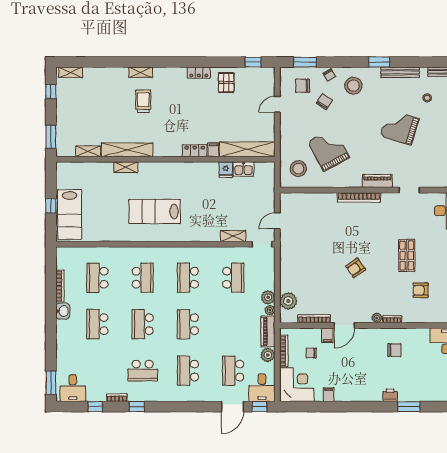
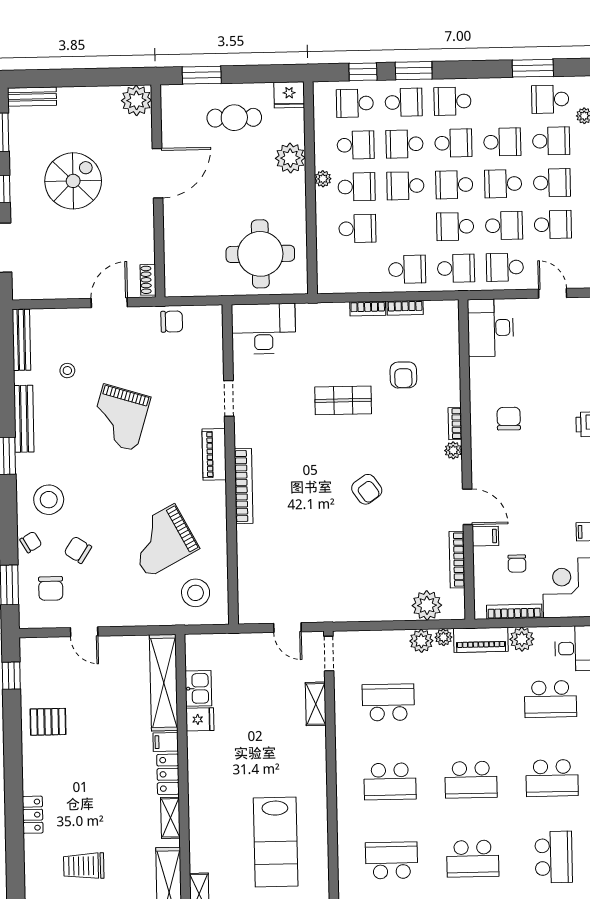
shelving: (141, 72) -> (170, 818), moved
locker: (199, 73) -> (33, 815), moved

